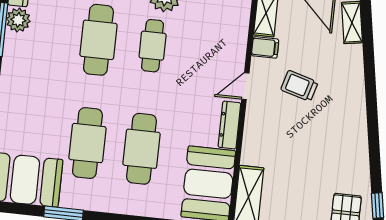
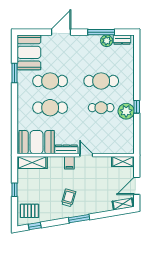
filing cabinet: (265, 47) -> (69, 163), moved
trolley: (299, 86) -> (69, 198), moved
window: (372, 114) -> (79, 219), added

